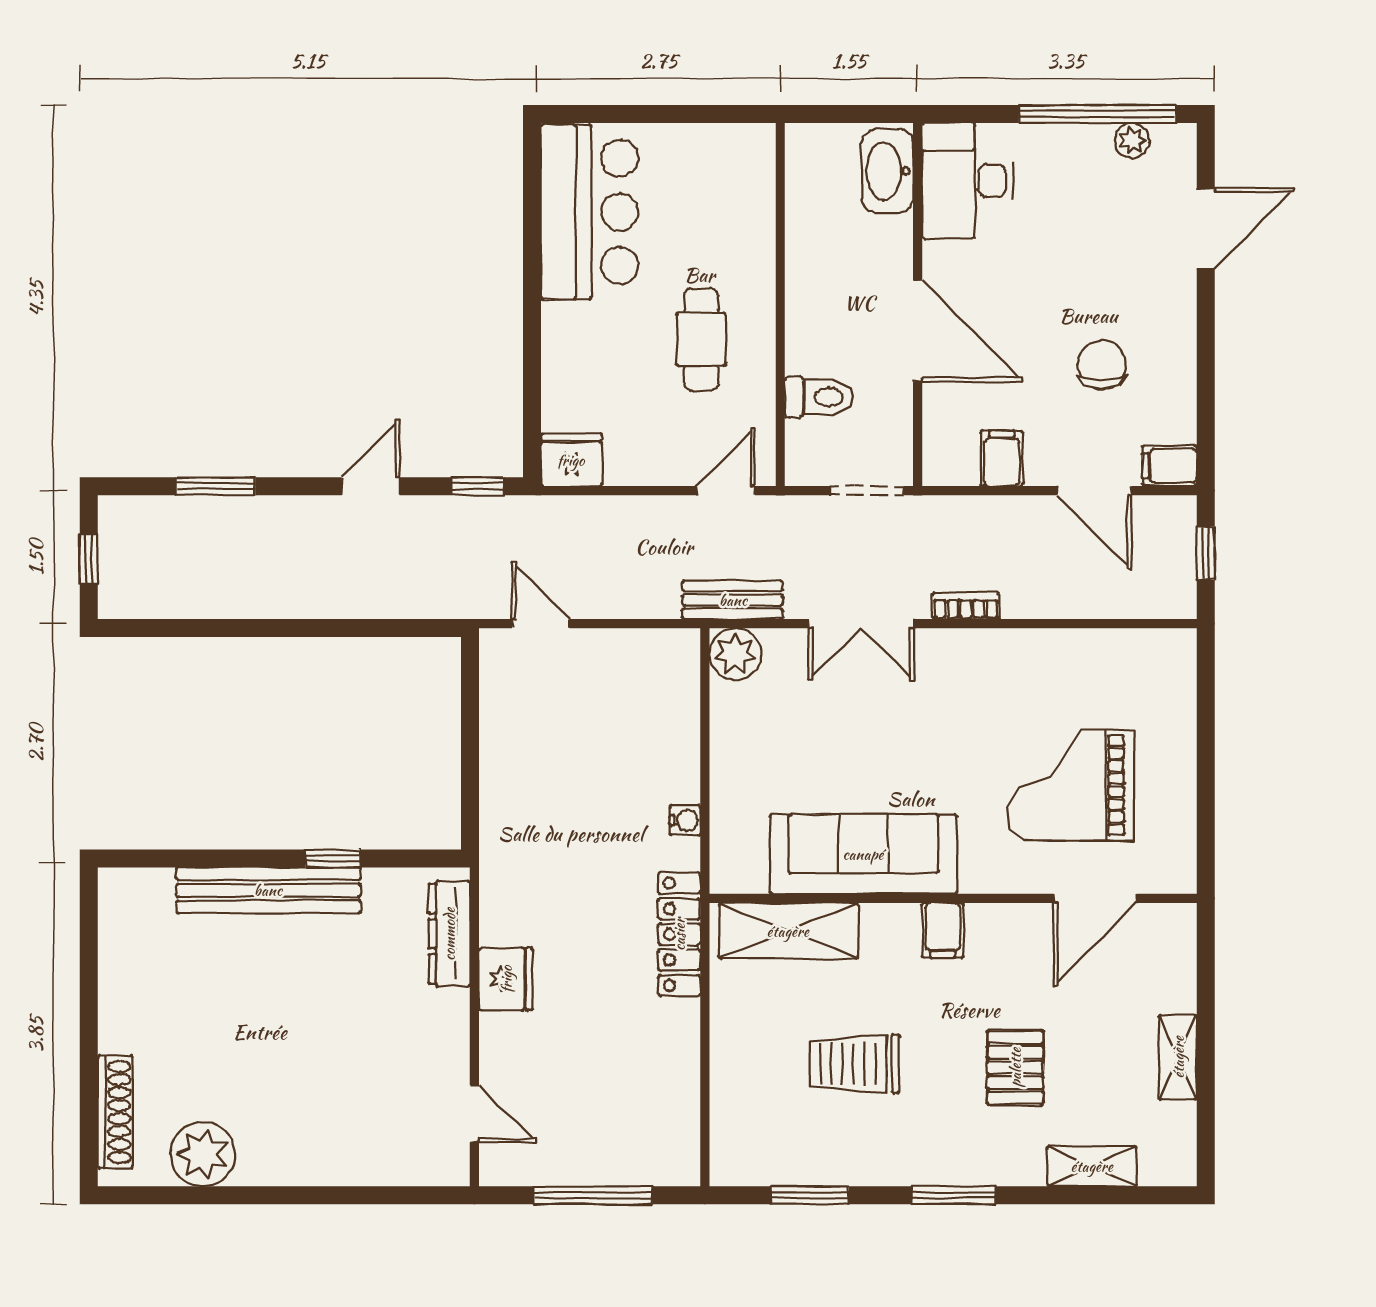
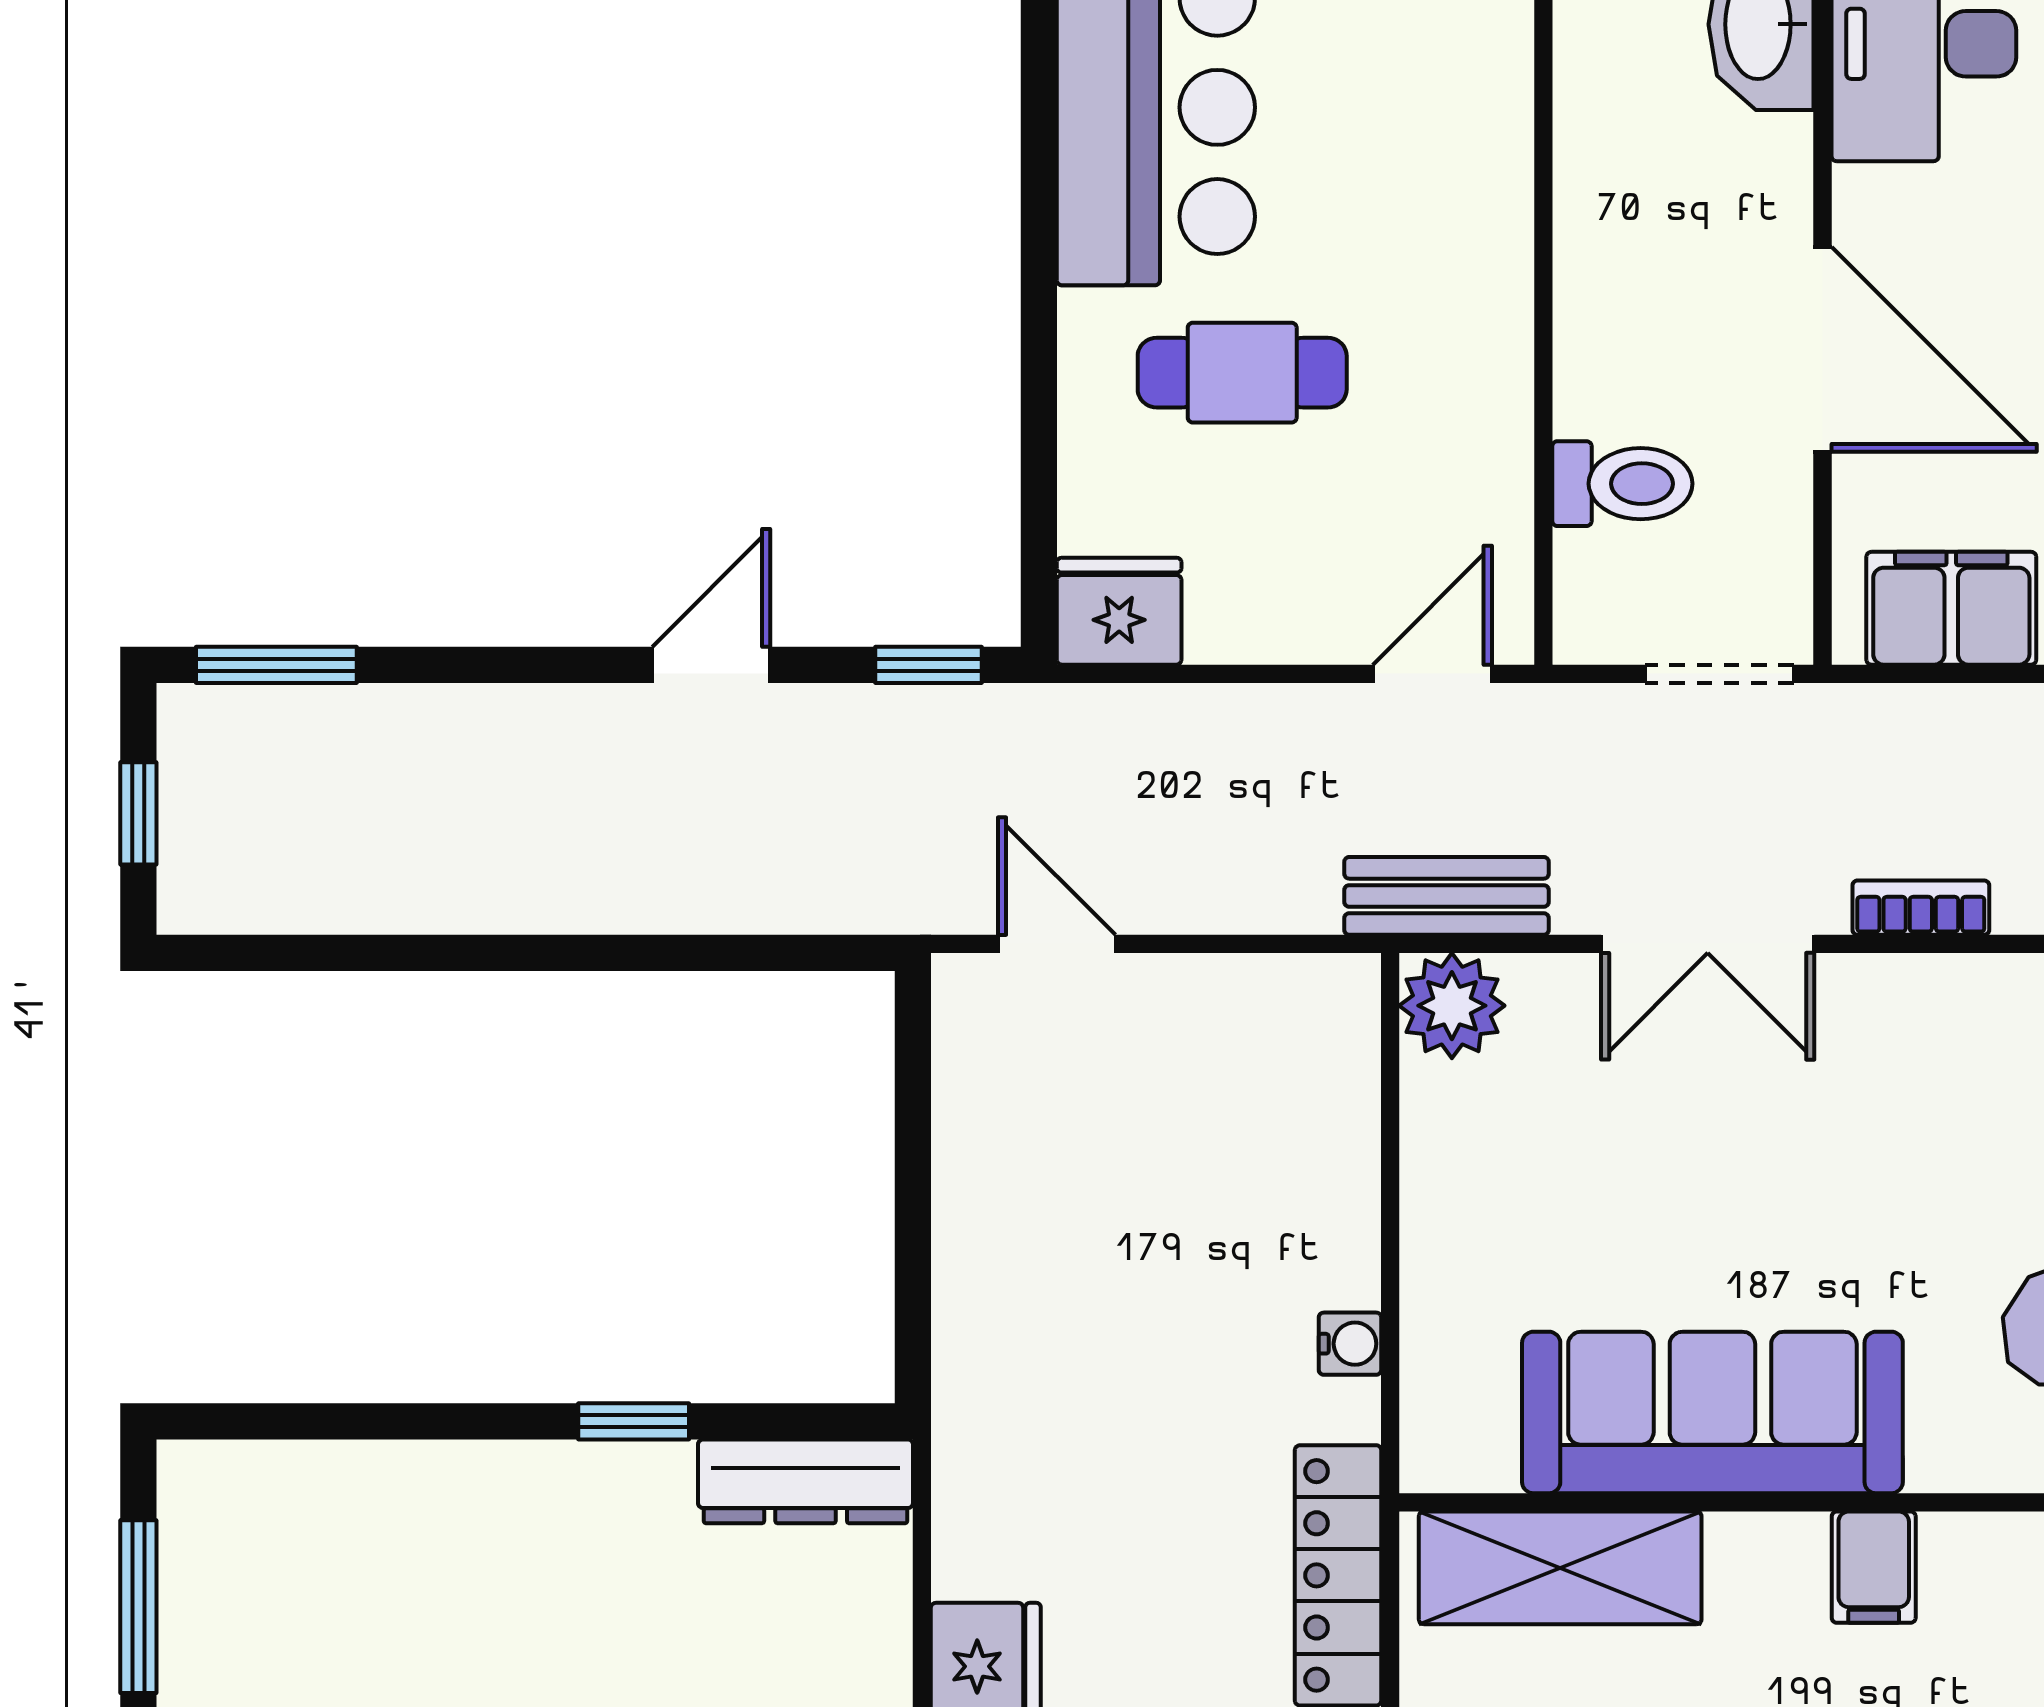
cafe table: (701, 339) -> (1242, 373), moved, turned 90
filing cabinet: (1002, 458) -> (1951, 608), width x2.00
window: (216, 486) -> (276, 665), moved
bench: (268, 890) -> (503, 1486), removed
dresser: (449, 934) -> (806, 1481), moved, turned -90
window: (89, 950) -> (138, 1607), added

